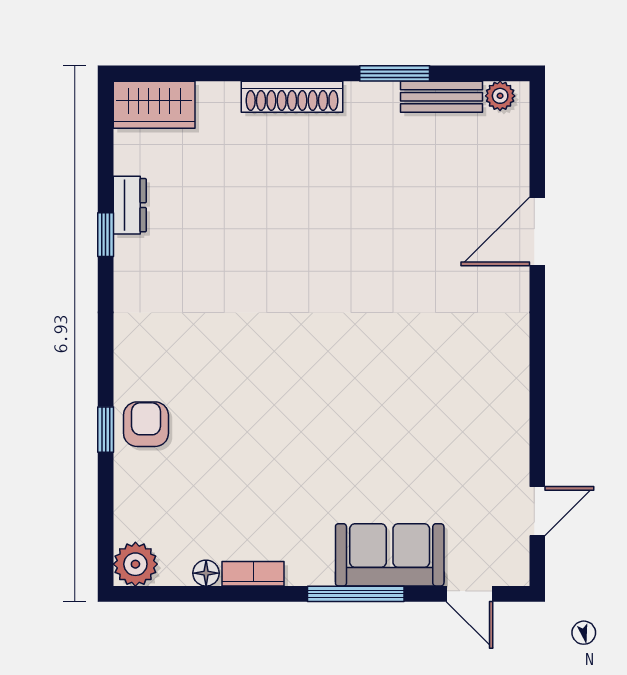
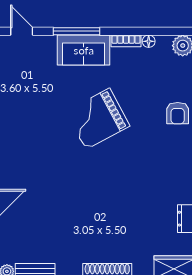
grand piano: (312, 413) -> (98, 119), added
sofa: (390, 555) -> (84, 50), moved

